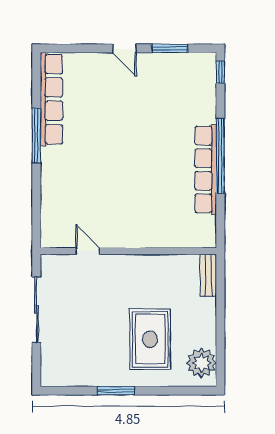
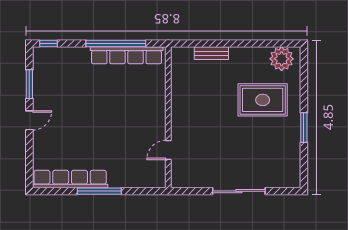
door: (88, 251) -> (168, 150), moved
wall: (128, 251) -> (168, 117), moved

